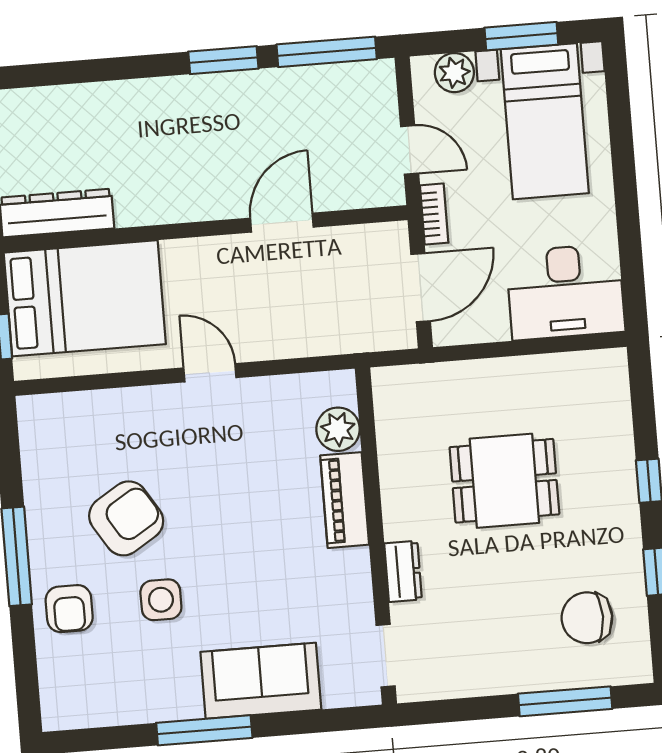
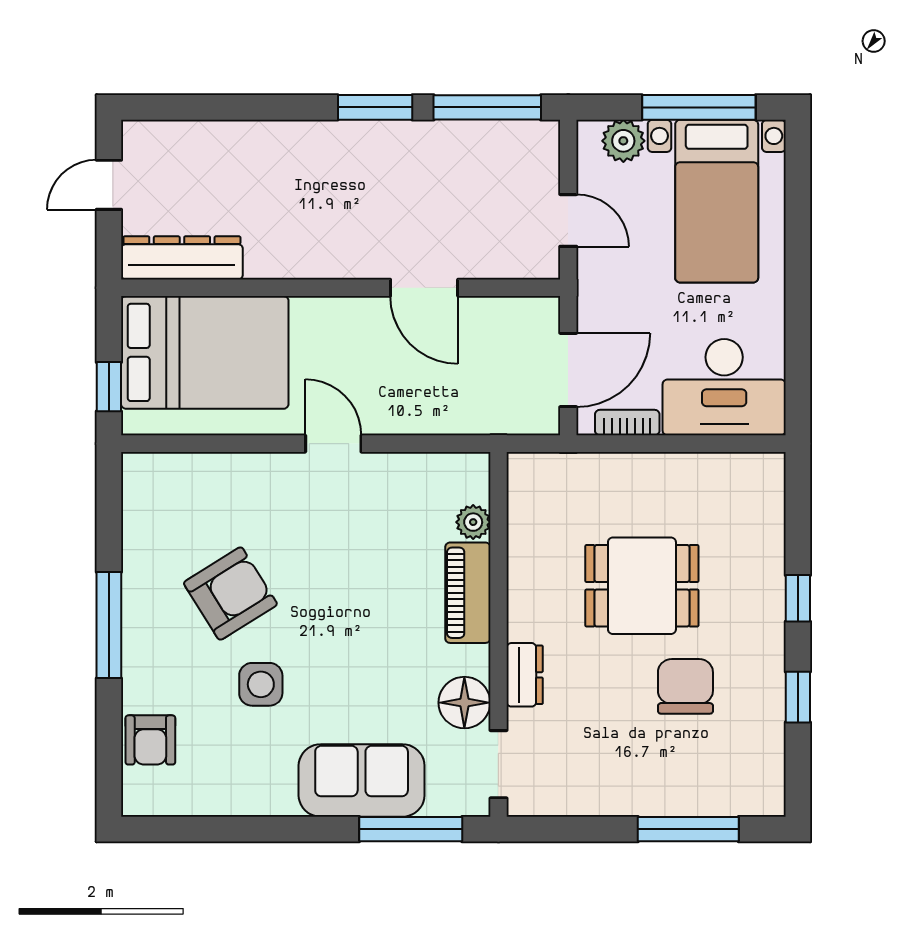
window: (521, 36) -> (699, 107), width x1.44
bookcase: (434, 214) -> (627, 423), moved, turned -90
door: (282, 223) -> (424, 288), swing flipped
plant: (338, 429) -> (473, 522), width x0.73, depth x0.73
floor lamp: (350, 601) -> (464, 703), added
armchair: (69, 609) -> (150, 740), moved
chair: (587, 618) -> (685, 686), moved, turned 90
window: (204, 730) -> (411, 829), moved

